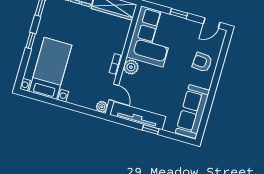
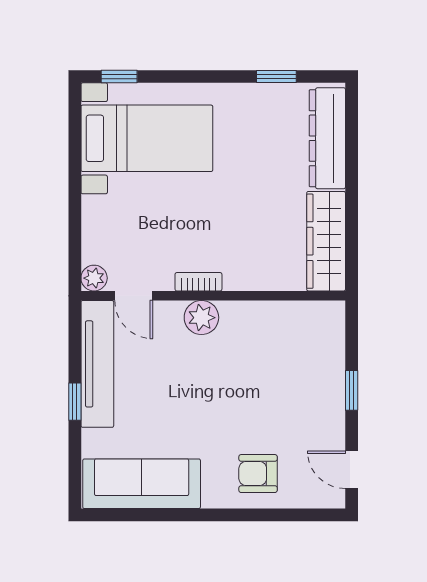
corner sofa: (152, 36) -> (283, 345), removed
window: (31, 41) -> (119, 76), moved
armchair: (202, 62) -> (258, 474), turned -95
door: (114, 92) -> (134, 296), hinge flipped

